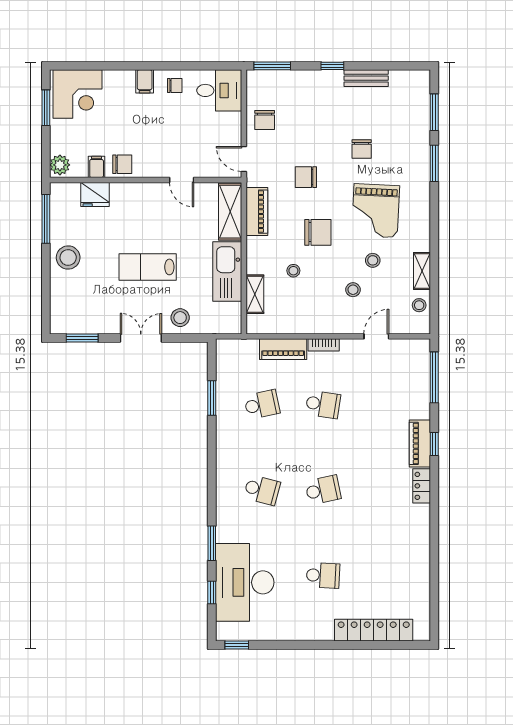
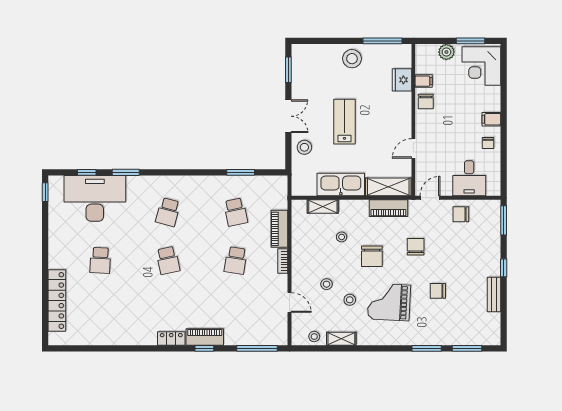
desk: (219, 90) -> (469, 178), moved
plant: (60, 165) -> (446, 52), moved

